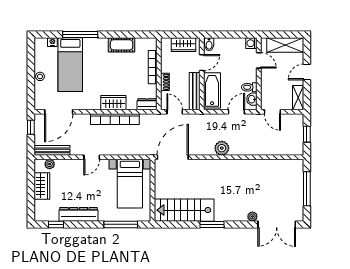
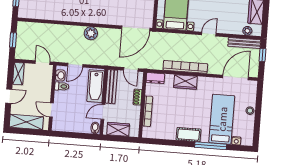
washing machine: (251, 43) -> (57, 126), removed
cot: (122, 45) -> (189, 135), moved
window: (31, 127) -> (262, 55), moved

